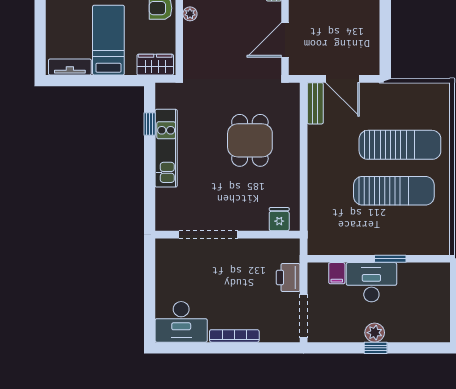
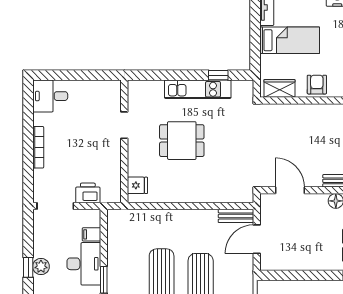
plant: (190, 14) -> (312, 110), removed
wardrobe: (155, 65) -> (279, 88), moved, turned -90
dining table: (250, 140) -> (182, 141), moved
doorway: (208, 235) -> (124, 125), width x0.53
desk: (181, 322) -> (50, 96), width x0.73

